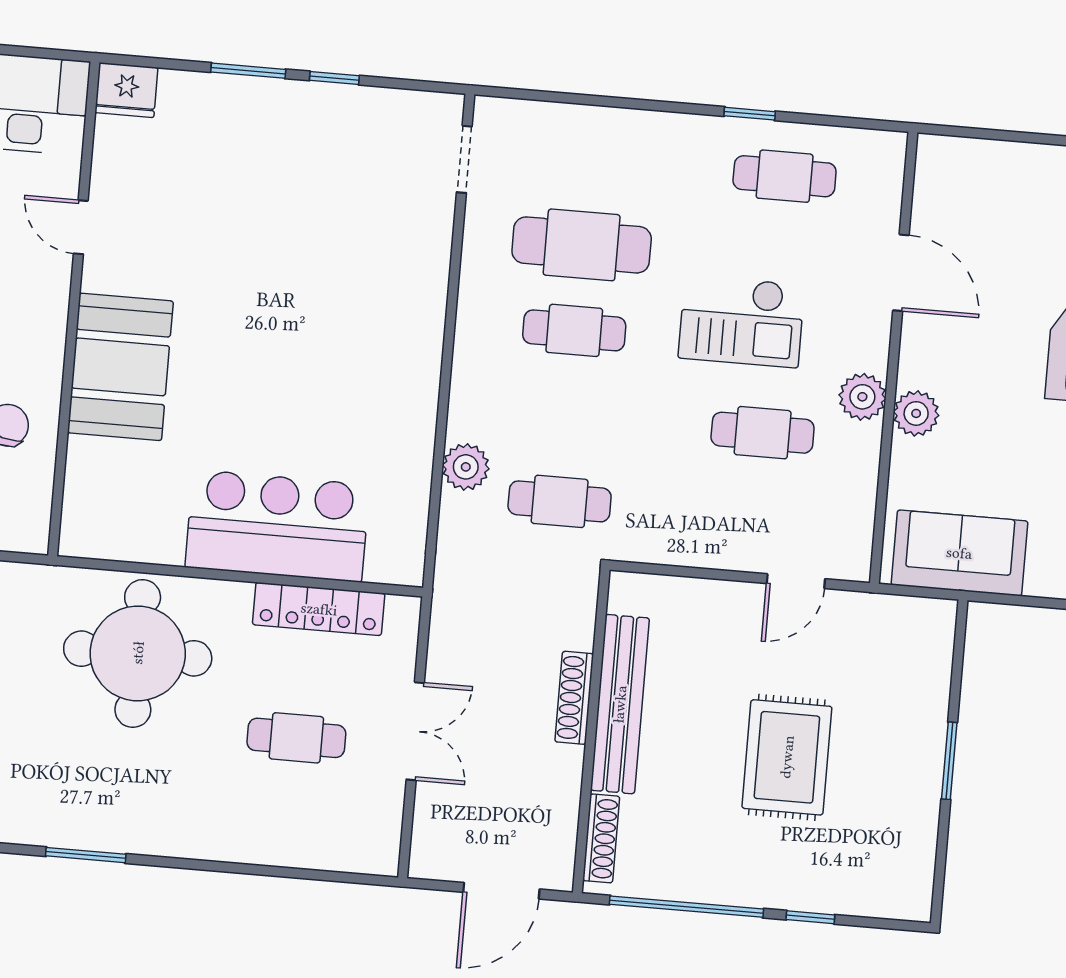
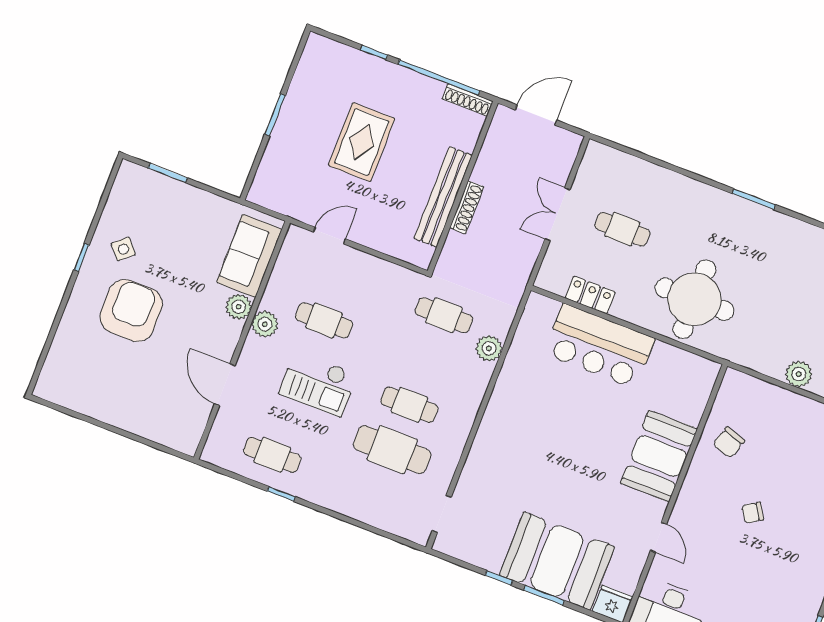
booth: (243, 136) -> (557, 561), added
checkout: (741, 321) -> (318, 384), turned 180
sofa: (959, 553) -> (249, 256), moved, turned 90
locker: (319, 609) -> (590, 295), width x0.66
shoe rack: (601, 838) -> (467, 100), moved, turned -90

